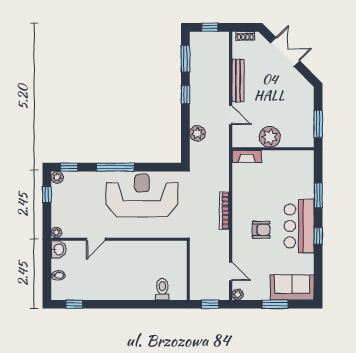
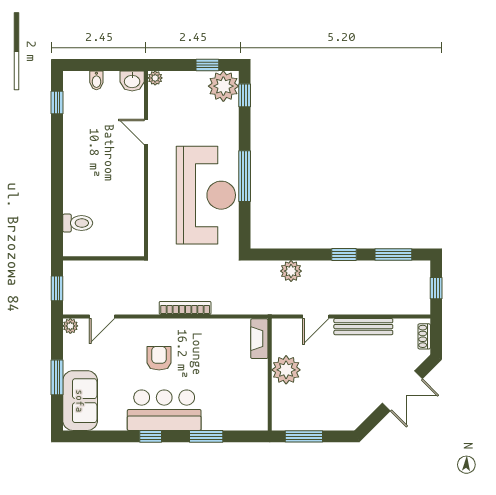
window: (115, 167) -> (245, 176), moved
plant: (57, 177) -> (223, 86), width x1.88, depth x1.88
armchair: (261, 230) -> (159, 358), turned 180

